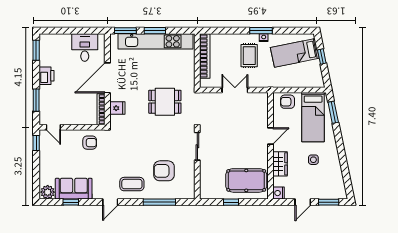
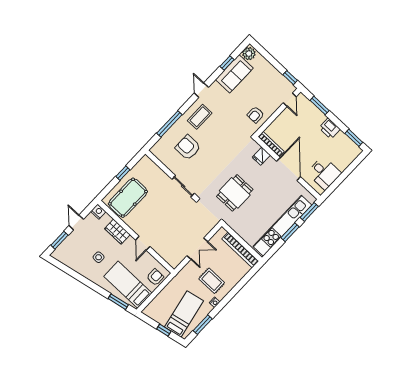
window: (261, 31) -> (203, 325), moved
door: (53, 127) -> (290, 100), swing flipped
armchair: (164, 171) -> (188, 147), turned -90

